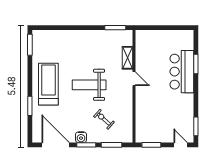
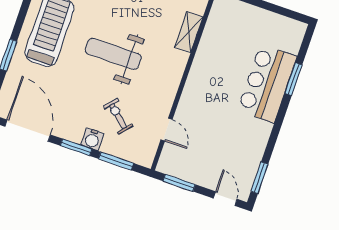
door: (134, 79) -> (167, 130), moved
water cooler: (81, 137) -> (92, 139), moved

